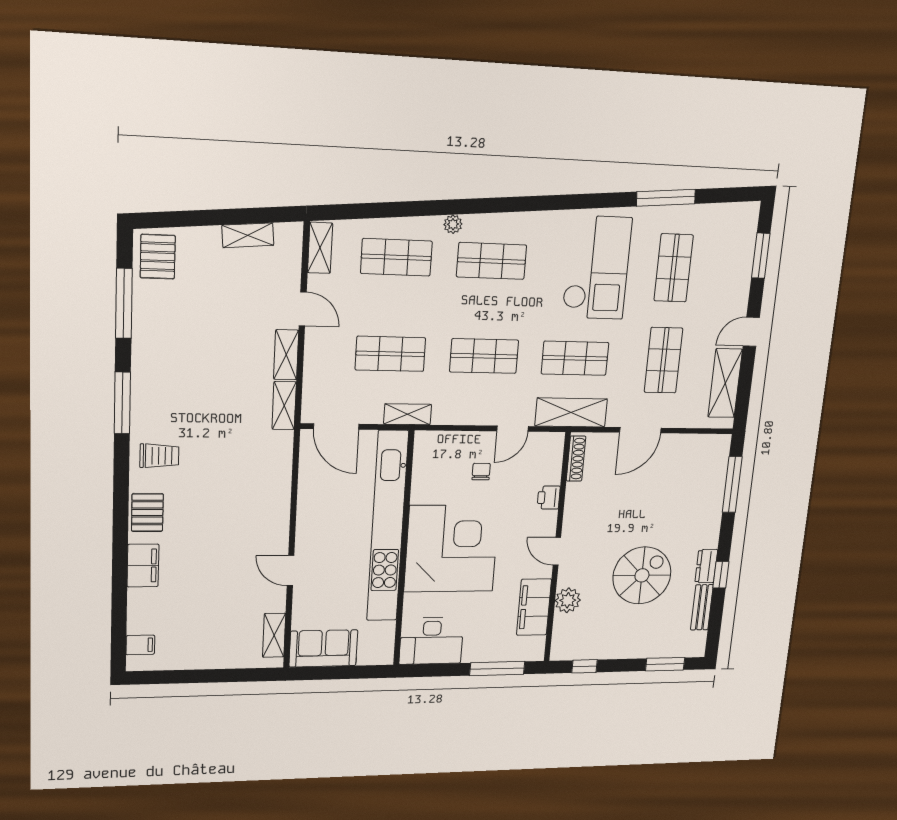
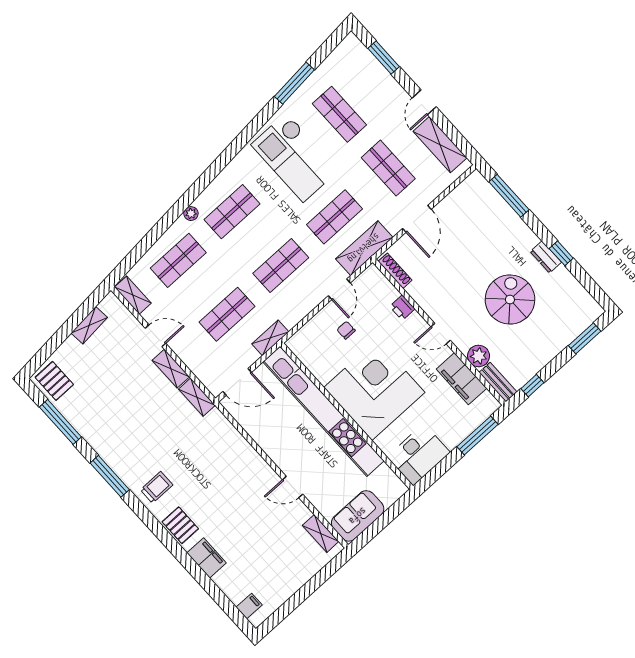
checkout: (597, 268) -> (295, 157), turned 180
bench: (702, 607) -> (498, 382), moved

